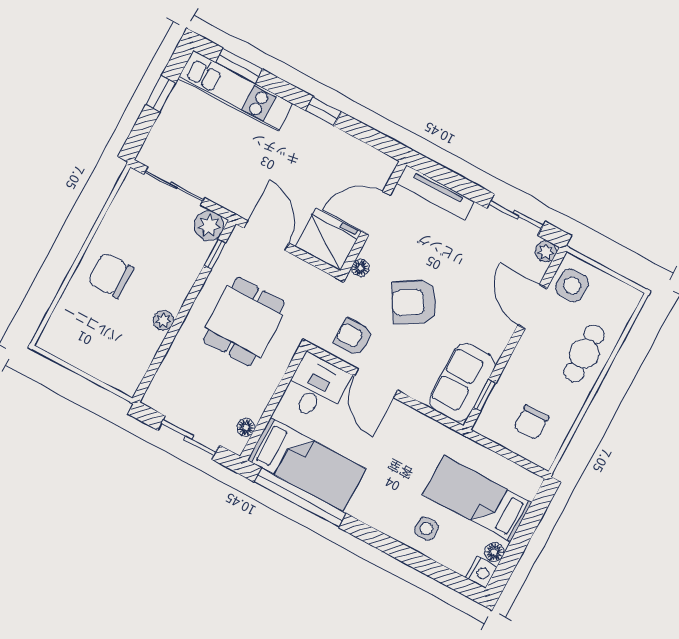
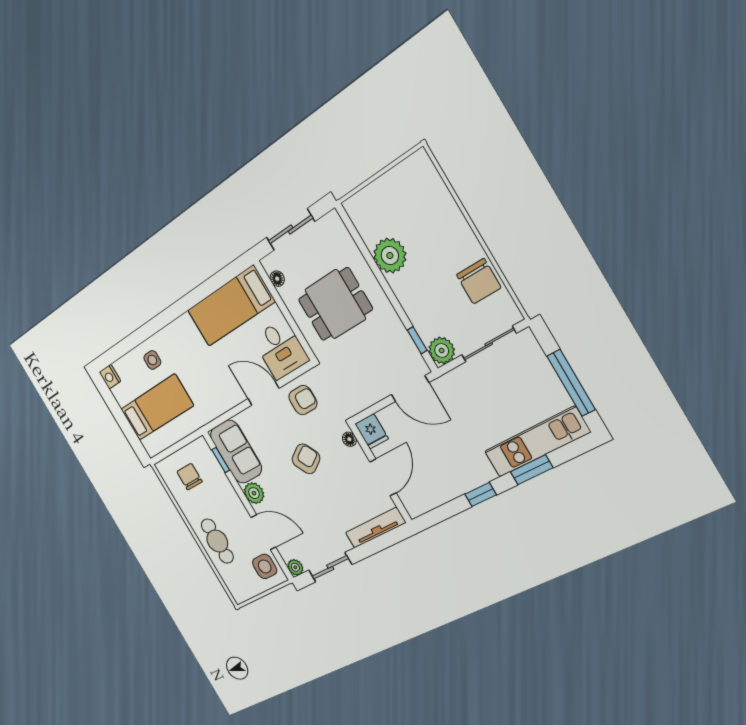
window: (239, 66) -> (532, 470), moved
window: (161, 94) -> (571, 383), width x2.17
fridge: (328, 239) -> (372, 431), width x0.53, depth x0.75
chair: (111, 275) -> (479, 281), moved, turned 90
armchair: (414, 302) -> (306, 459), width x0.72, depth x0.72
plant: (163, 320) -> (390, 256), width x1.87, depth x1.87
dining table: (244, 322) -> (335, 304), moved, turned 90
plant: (495, 339) -> (254, 493), added
window: (300, 498) -> (210, 286), removed
floor lamp: (494, 552) -> (119, 394), removed

